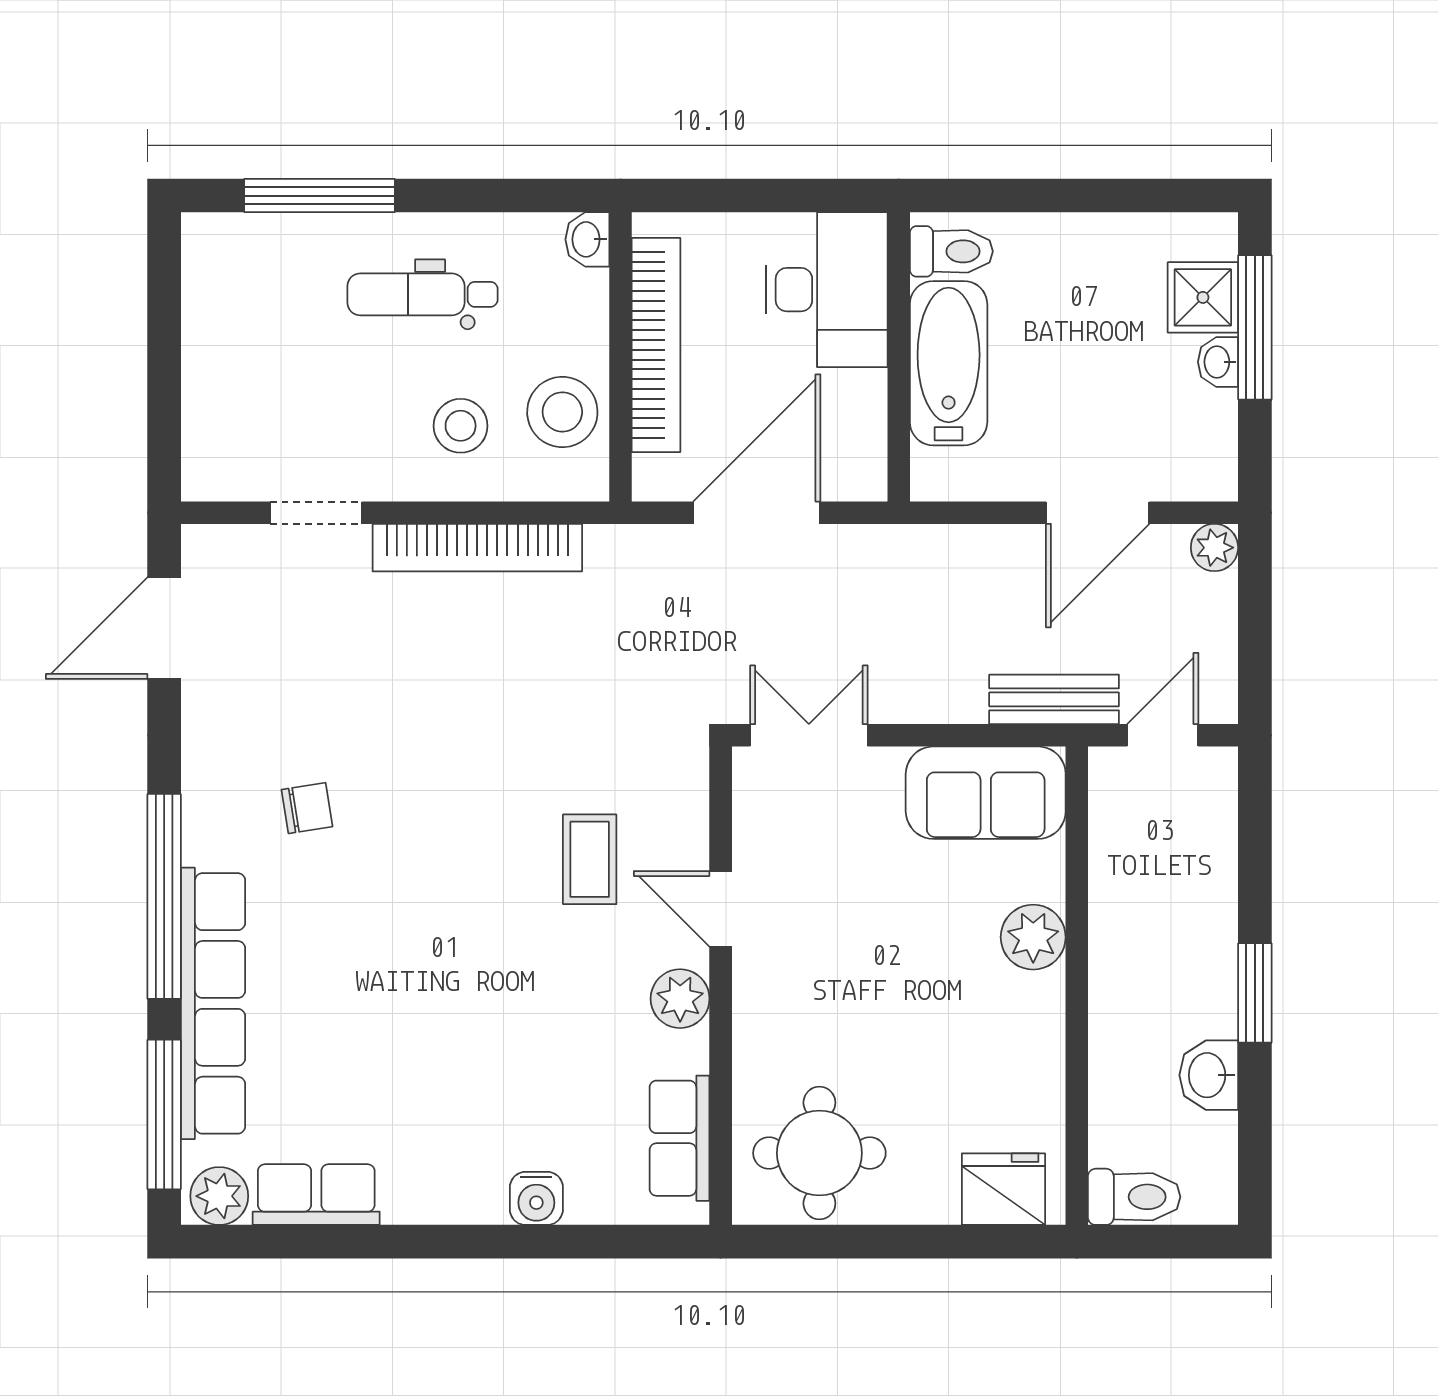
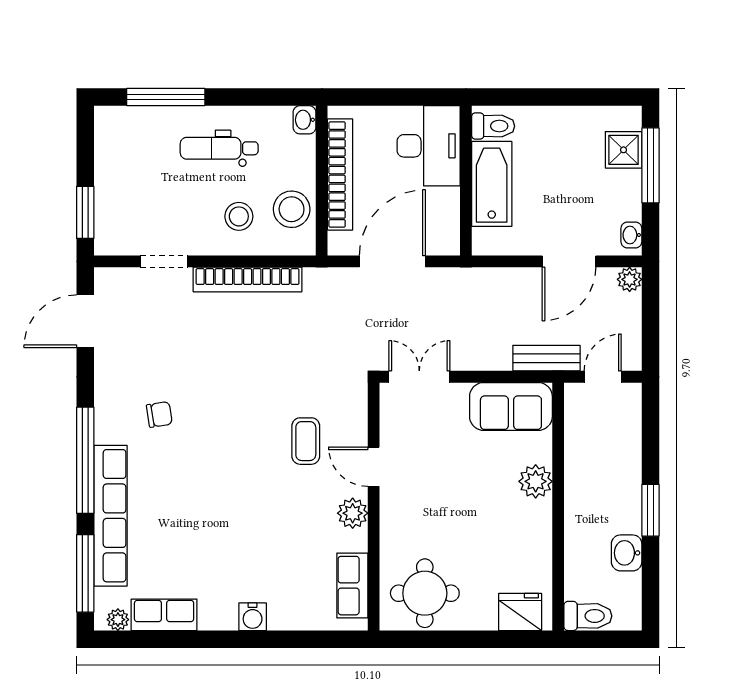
washbasin: (1218, 362) -> (631, 235), moved
window: (164, 418) -> (85, 212), added
plant: (219, 1196) -> (118, 620), width x0.73, depth x0.73
water cooler: (536, 1198) -> (253, 617), moved

